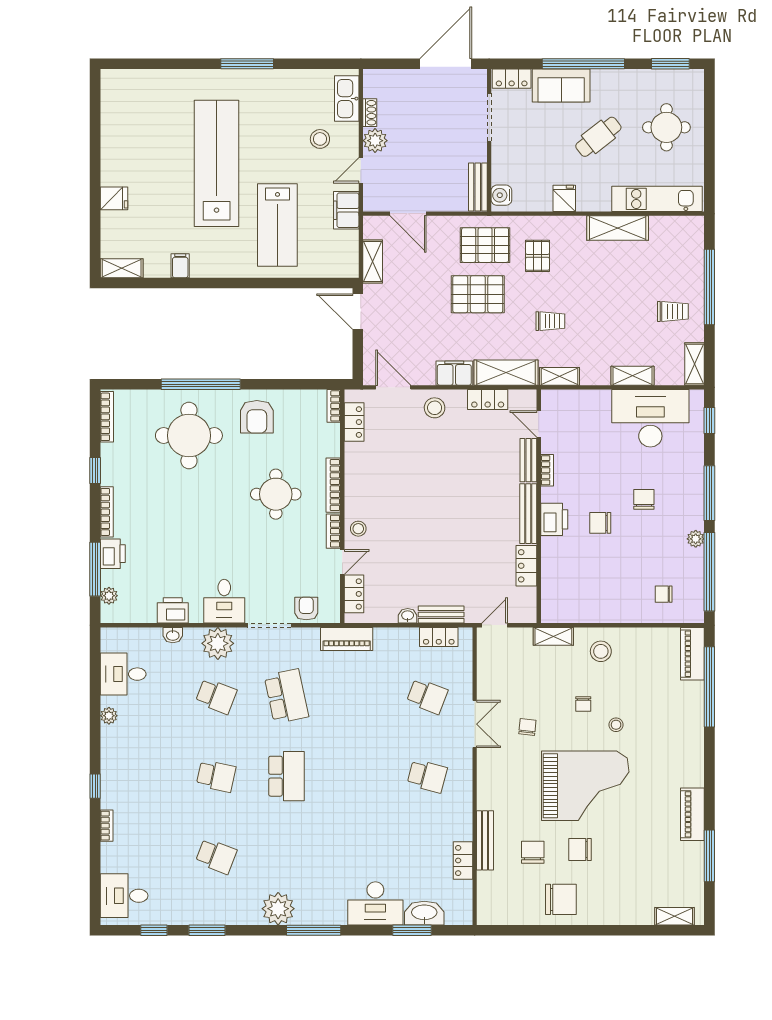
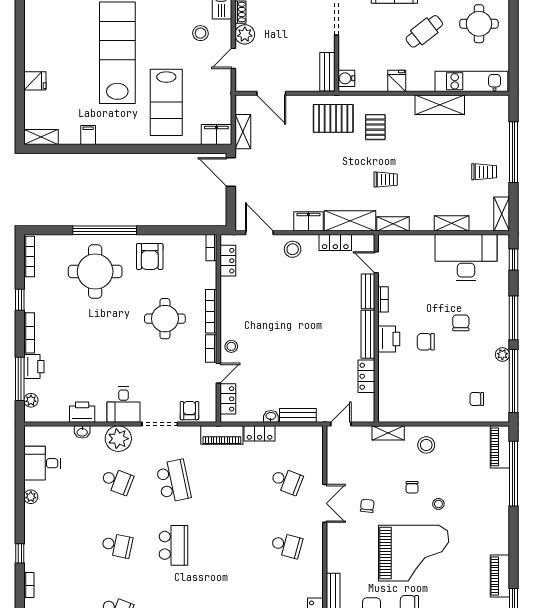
filing cabinet: (346, 210) -> (216, 135), moved, turned 90
pallet: (478, 294) -> (327, 158), removed
locker: (439, 637) -> (260, 433), moved

